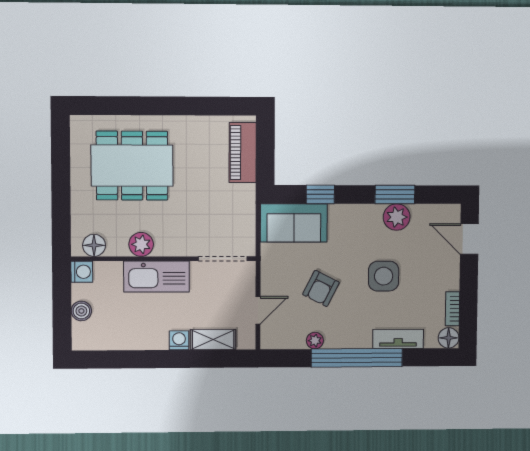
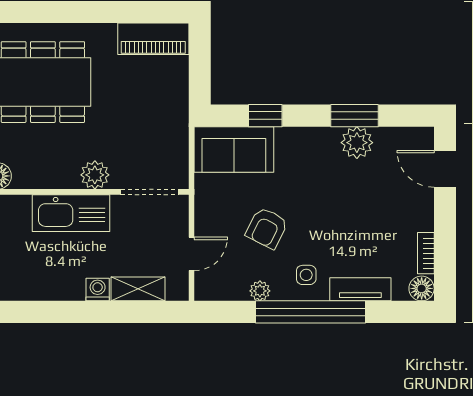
piano: (243, 153) -> (153, 39), moved, turned -90
plant: (141, 244) -> (95, 175), moved
side table: (384, 276) -> (306, 275), moved, width x0.54, depth x0.54

